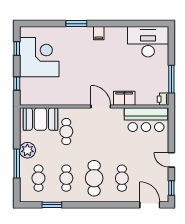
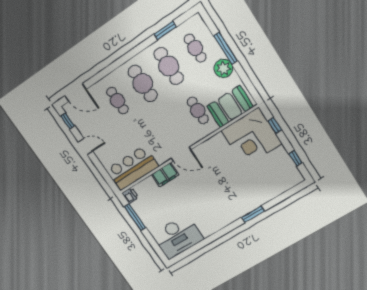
filing cabinet: (99, 33) -> (227, 218), removed
corner desk: (39, 57) -> (252, 137), moved
cafe table: (66, 178) -> (169, 66), width x1.37, depth x1.35

